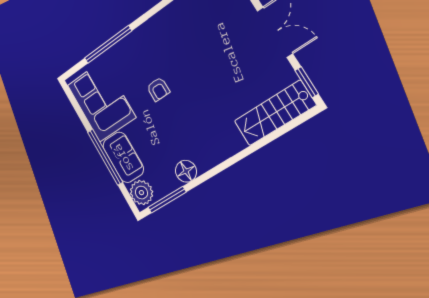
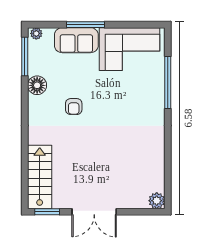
armchair: (158, 89) -> (74, 107), moved, turned -90
window: (105, 157) -> (85, 25), width x0.68
plant: (141, 193) -> (36, 33), width x0.53, depth x0.53

